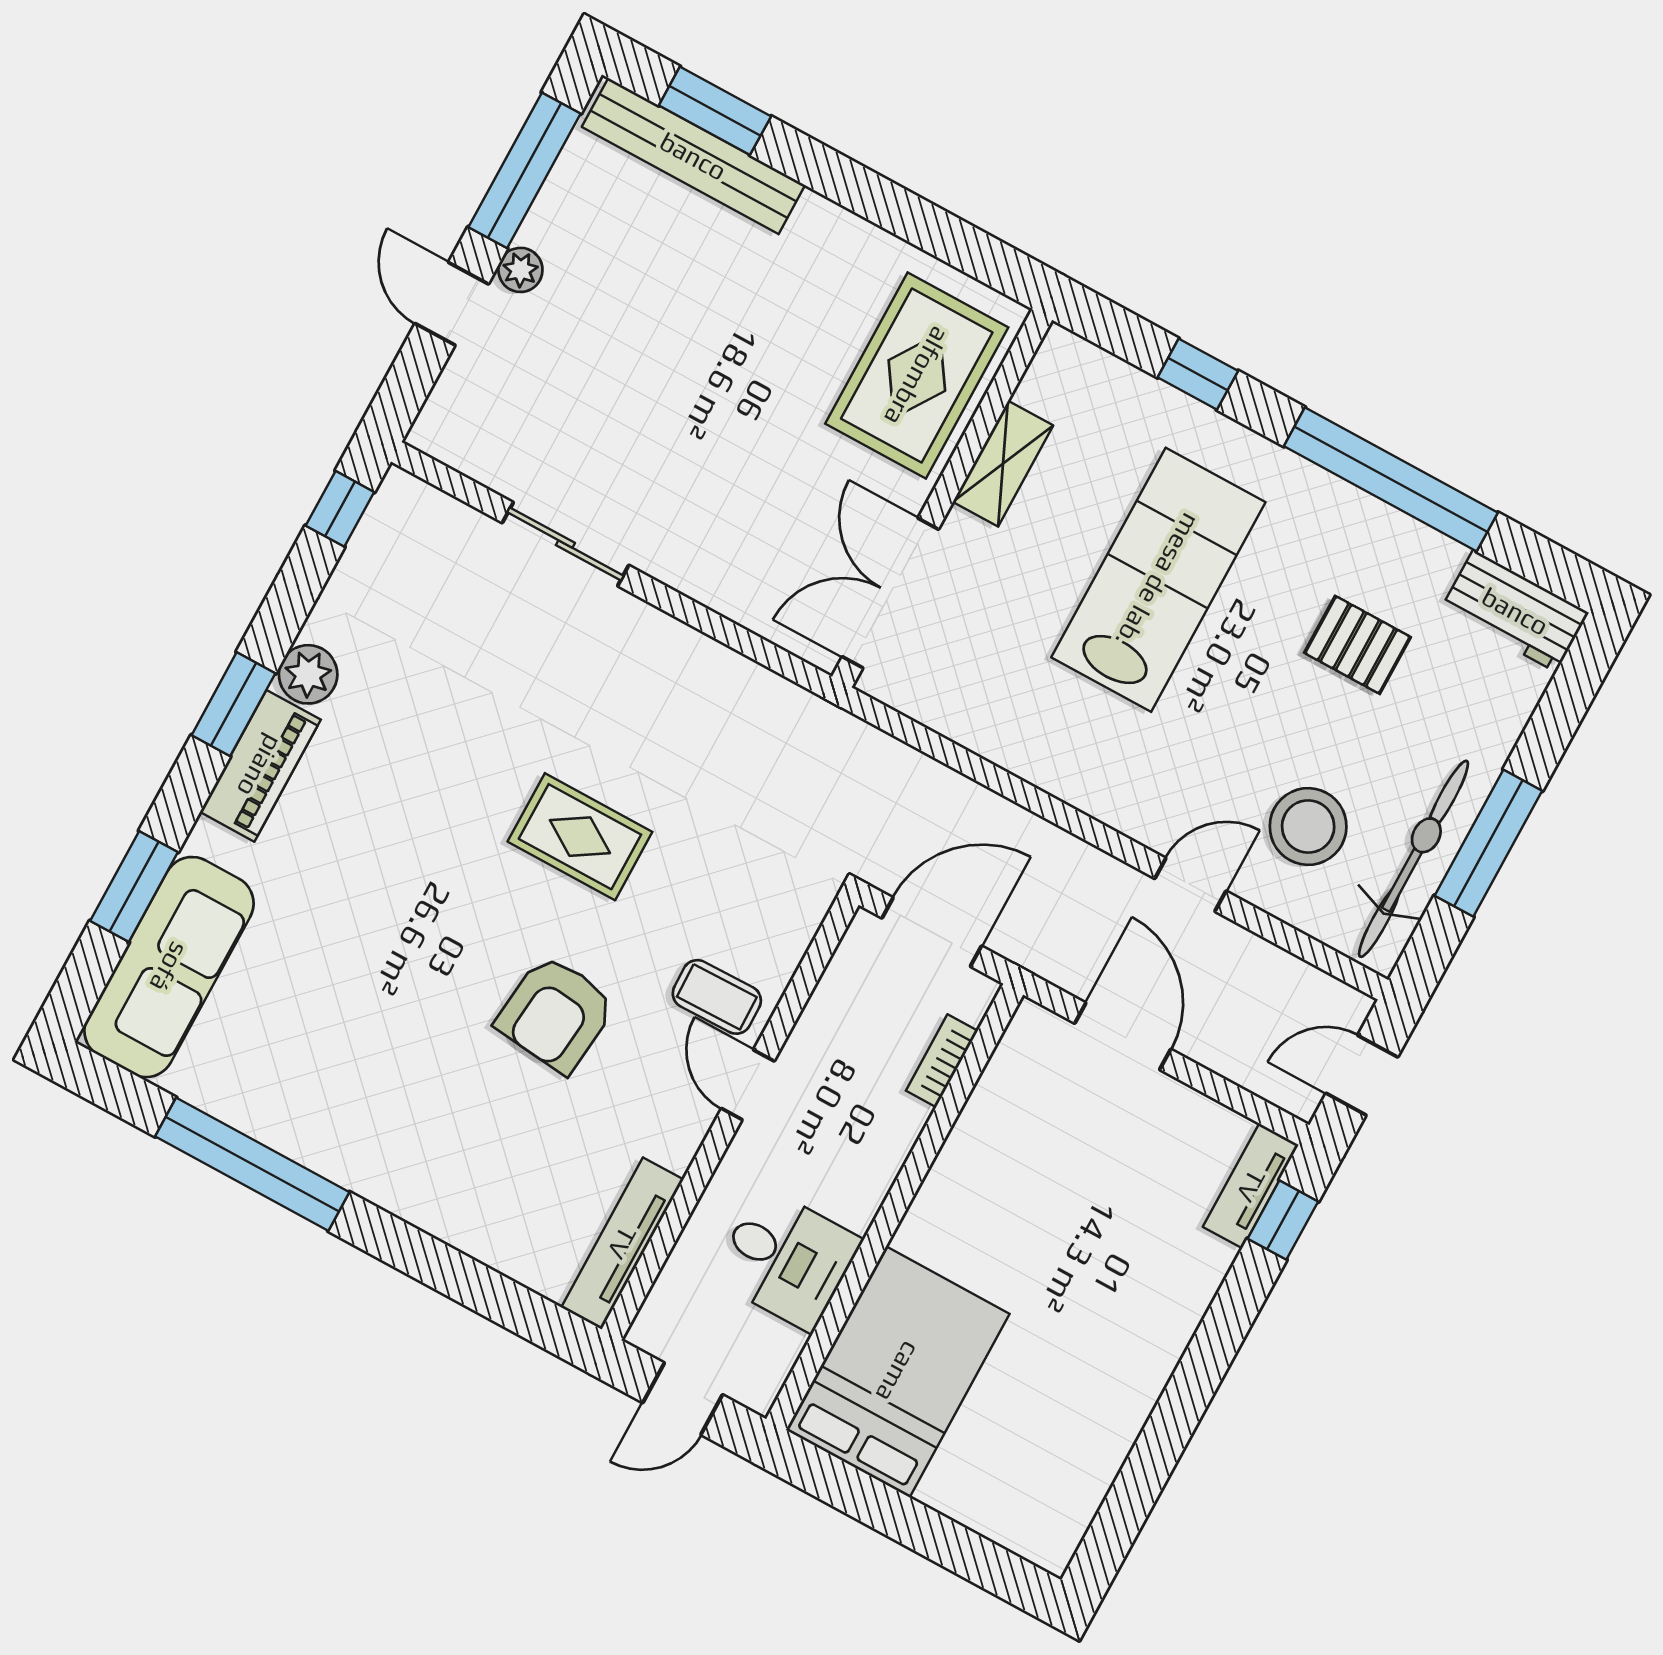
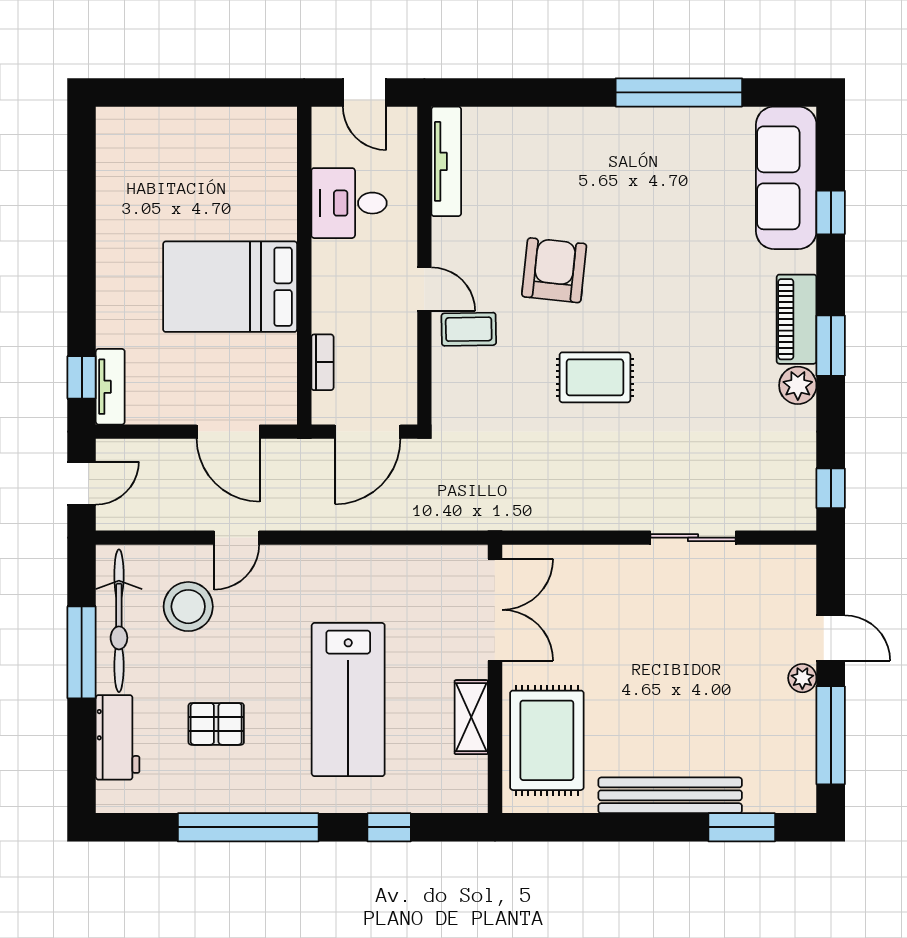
bench: (693, 156) -> (670, 795), moved
workbench: (1515, 611) -> (118, 737), moved, turned 90
window: (134, 887) -> (831, 212), width x0.67
bed: (898, 1372) -> (230, 287), moved, turned 90
door: (683, 1399) -> (365, 92), swing flipped

